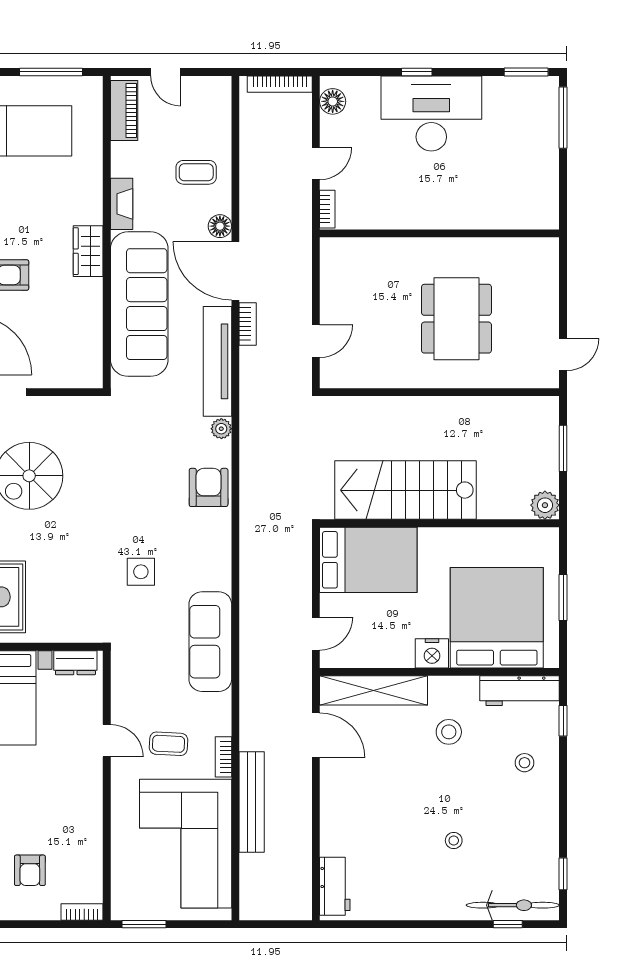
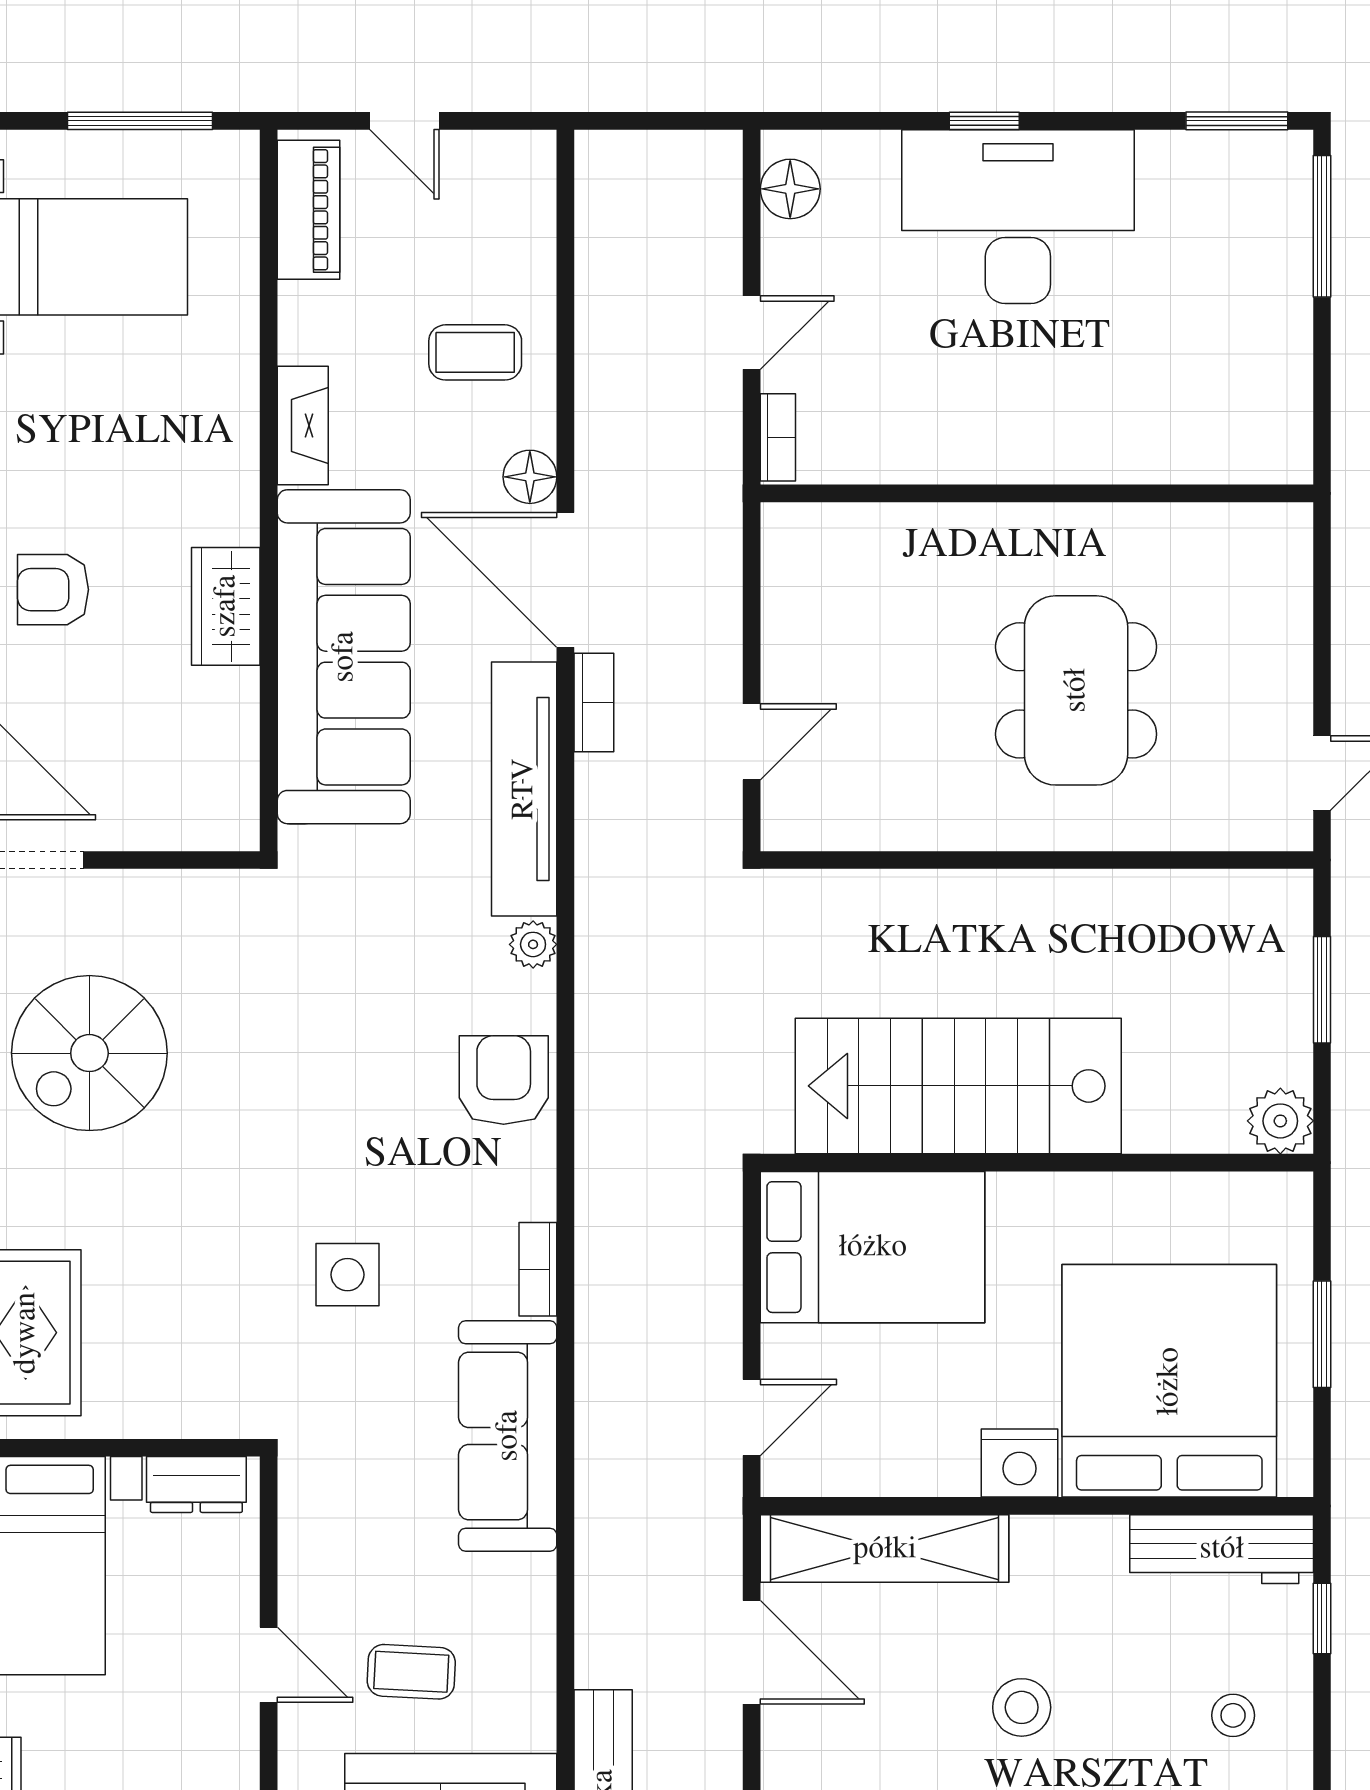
bookcase: (280, 84) -> (668, 149), removed
wardrobe: (88, 251) -> (226, 606), moved
stool: (449, 732) -> (1022, 1707), moved
bookcase: (223, 757) -> (538, 1269), moved

